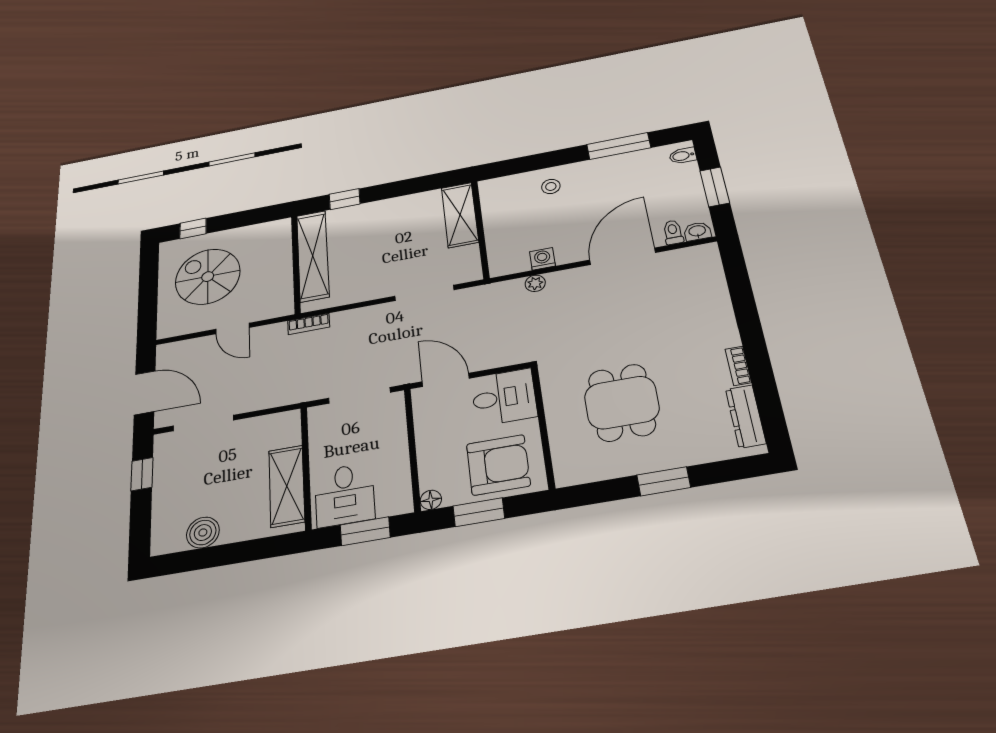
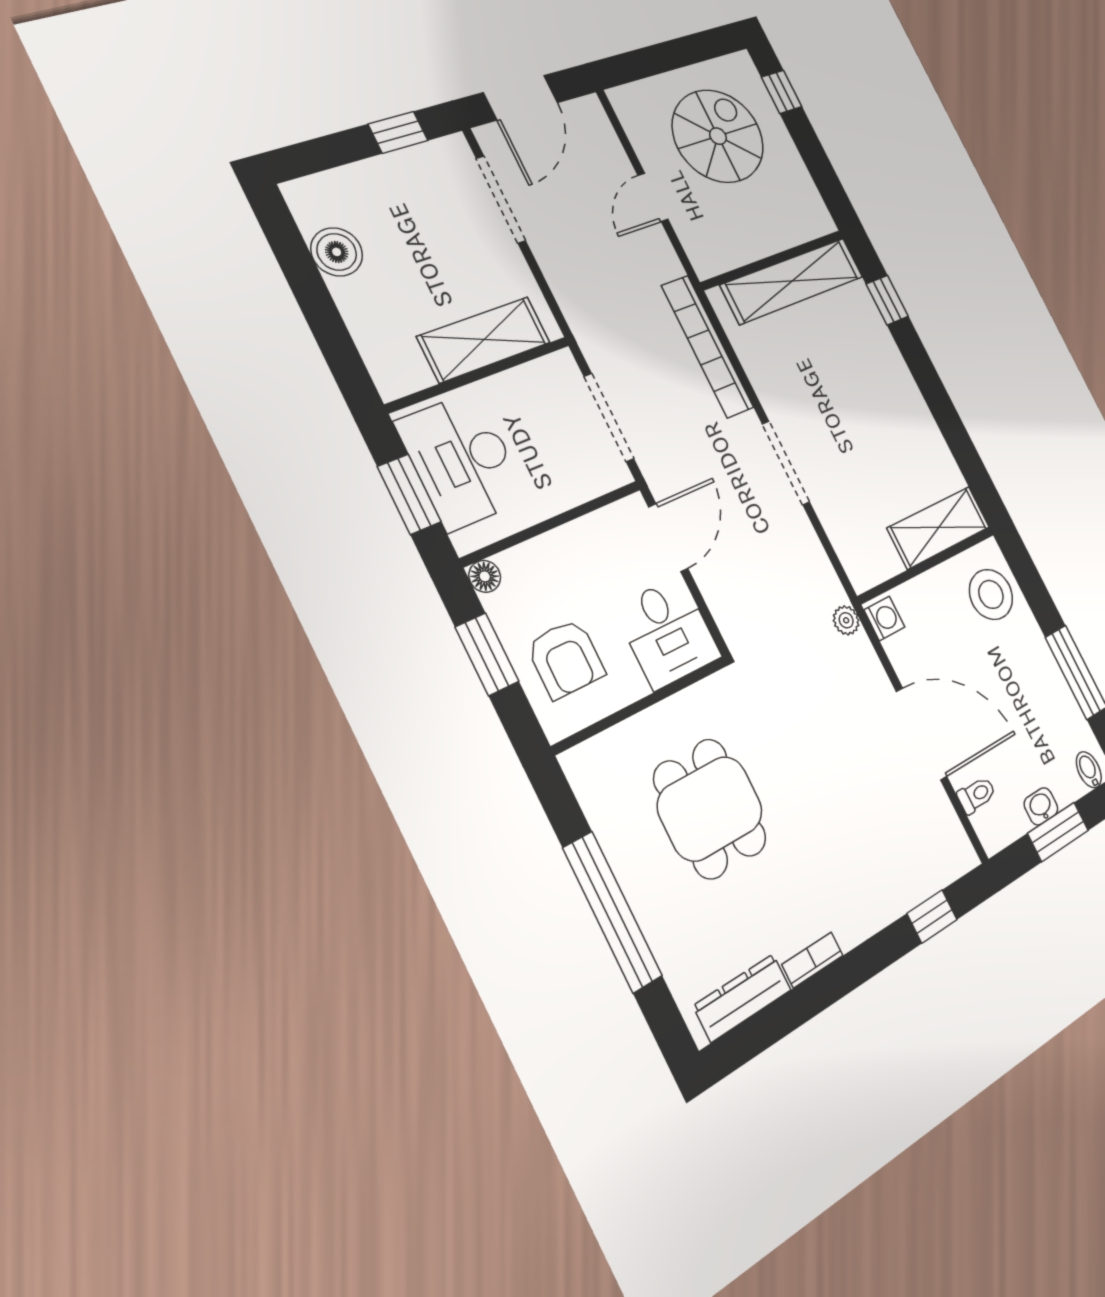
stool: (551, 186) -> (991, 594), width x1.89, depth x1.89
shelving: (460, 215) -> (939, 528), moved
wall: (480, 229) -> (927, 565), moved
washbasin: (697, 231) -> (1041, 806), moved, turned -90
window: (739, 283) -> (932, 916), added
bookcase: (309, 324) -> (707, 347), width x2.31, depth x1.31
dining table: (622, 403) -> (710, 809), turned 90
armchair: (498, 465) -> (566, 659), width x0.73, depth x0.73
window: (664, 481) -> (612, 912), width x2.11
shelving: (287, 486) -> (484, 340), moved
desk: (345, 495) -> (462, 461), width x1.37

